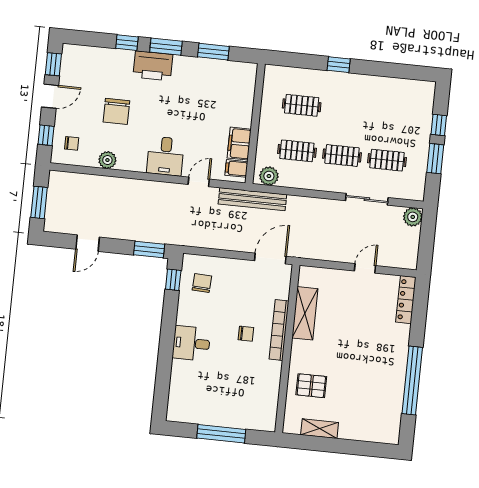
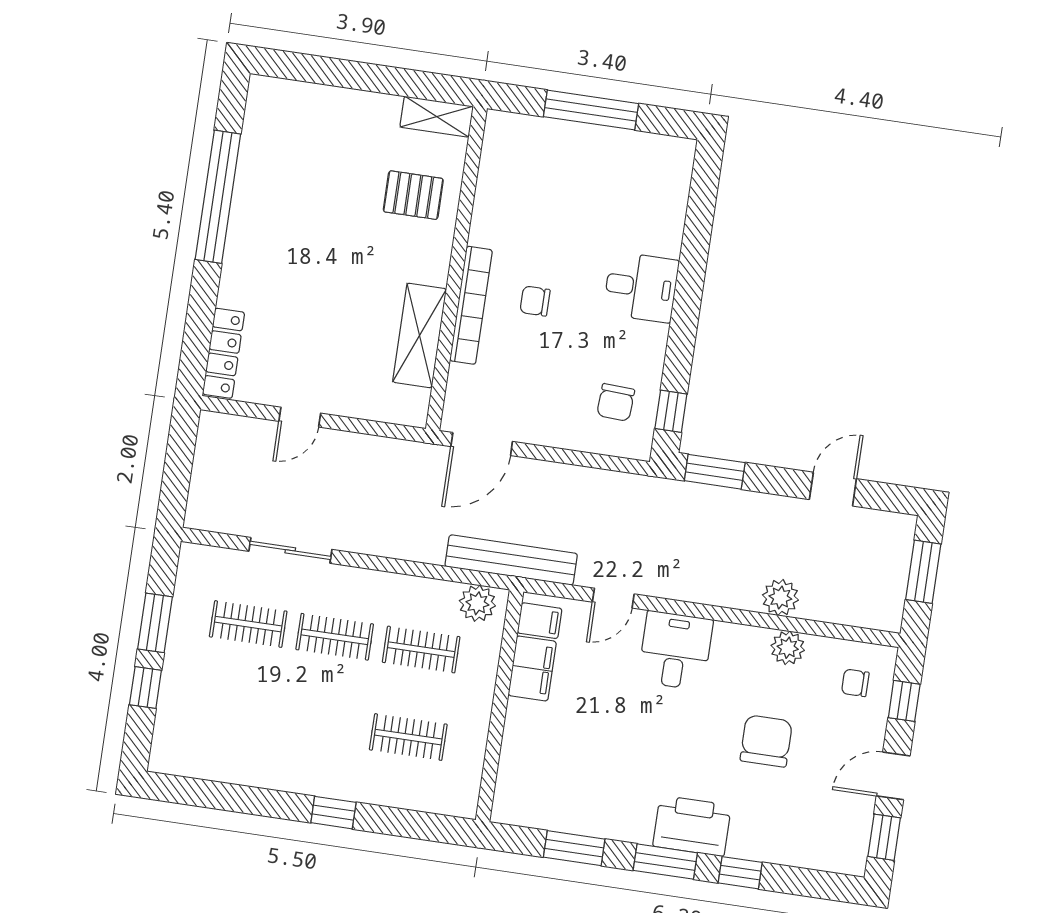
plant: (413, 217) -> (780, 597), moved
shelving: (320, 429) -> (437, 117), moved

